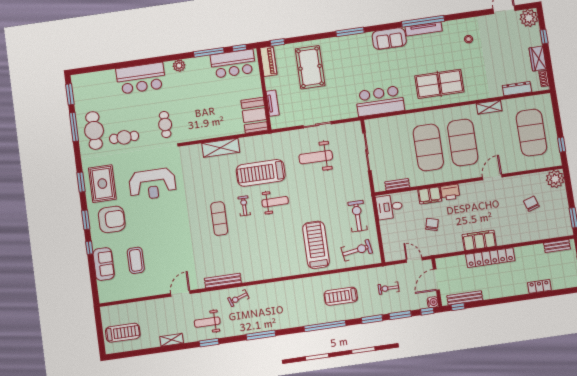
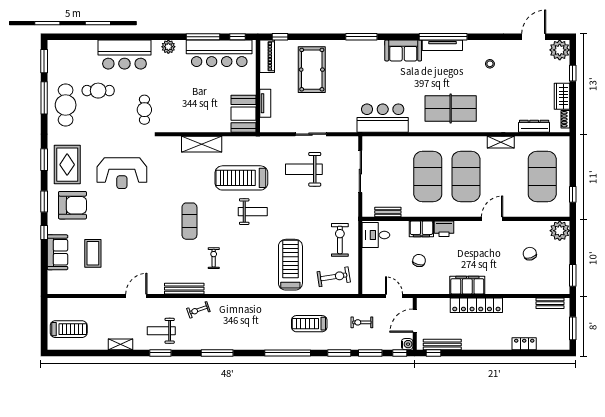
bar counter: (233, 64) -> (219, 53), width x1.36
cafe table: (124, 137) -> (98, 91), moved
exercise bike: (244, 206) -> (214, 258), moved

